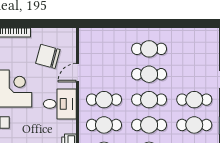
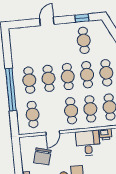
window: (139, 24) -> (11, 90), added
door: (77, 73) -> (53, 133), hinge flipped
cafe table: (194, 100) -> (33, 114), moved
desk: (60, 104) -> (88, 143), moved

